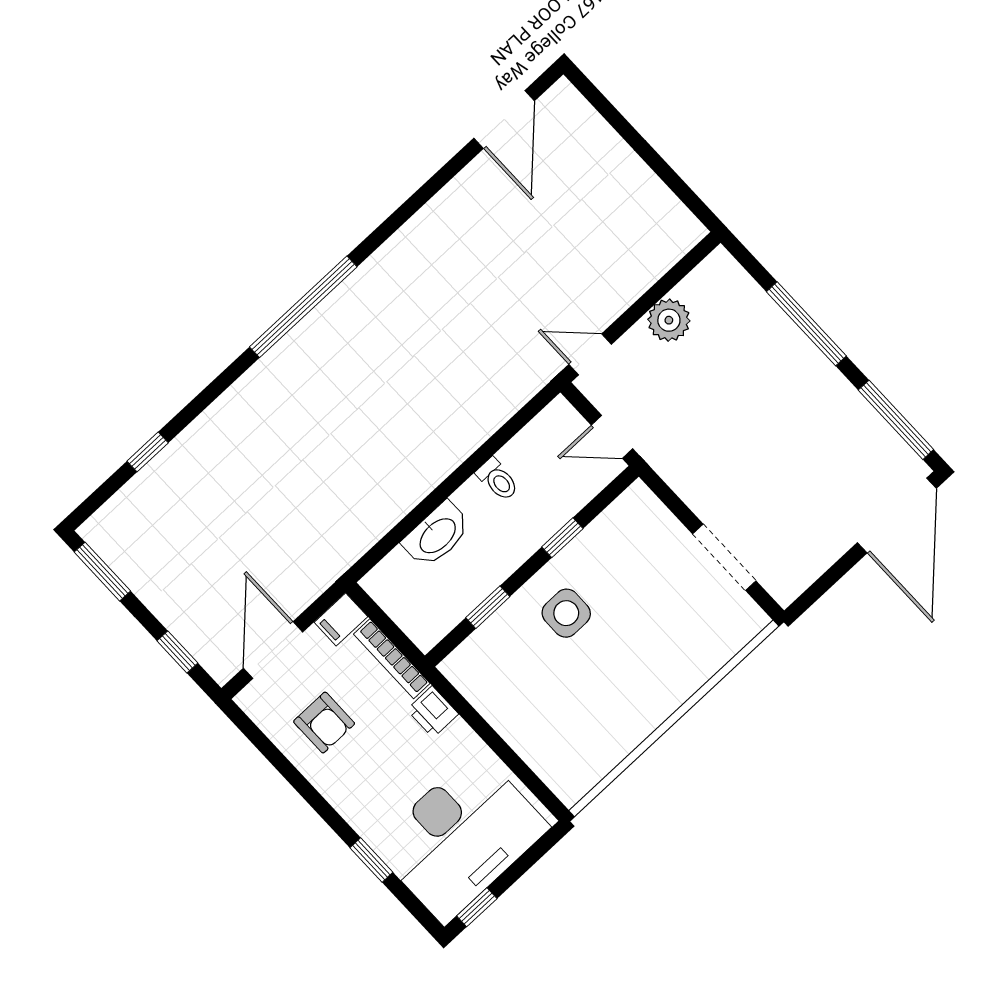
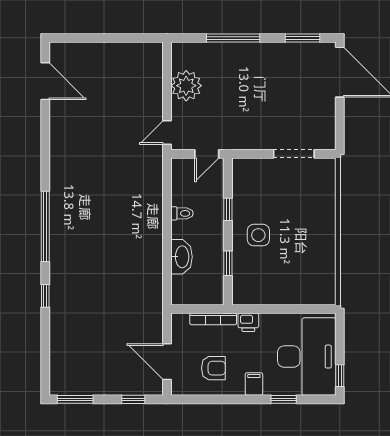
plant: (669, 320) -> (186, 86), width x1.36, depth x1.36
window: (896, 420) -> (303, 38), width x0.69
window: (148, 452) -> (45, 296), moved
filing cabinet: (341, 619) -> (254, 384), moved, turned 180

